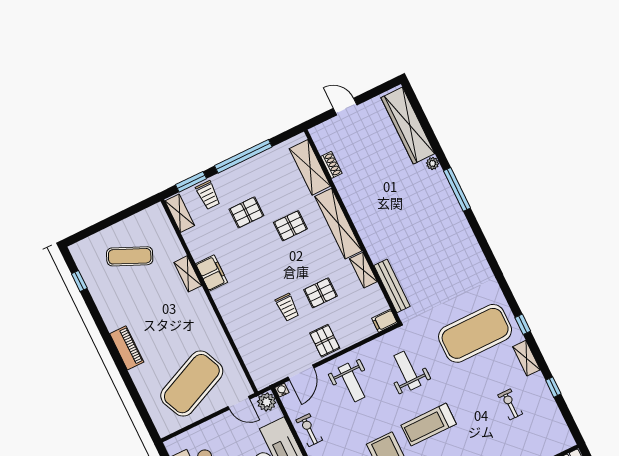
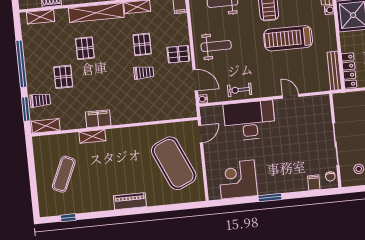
shelving: (310, 167) -> (41, 17), width x0.67, depth x0.75
plant: (267, 402) -> (207, 113), removed

